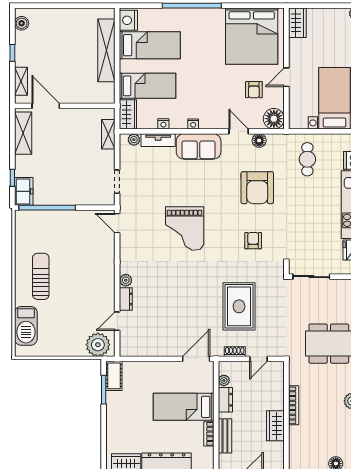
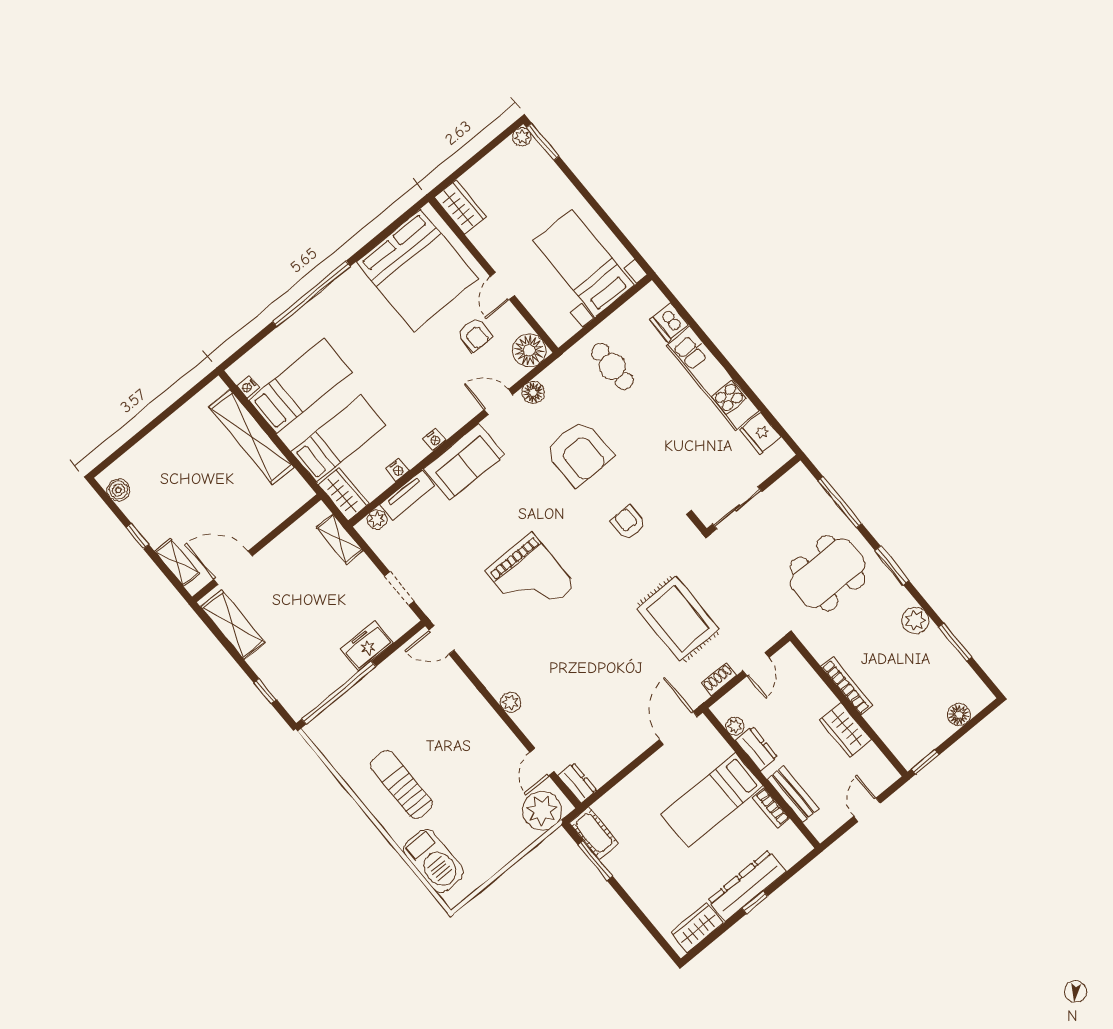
nightstand: (128, 20) -> (248, 387), width x0.53, depth x0.56
freezer: (24, 191) -> (367, 646), moved, turned -90
dresser: (126, 299) -> (577, 783), moved

